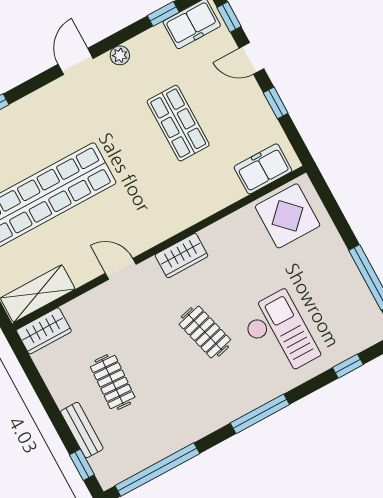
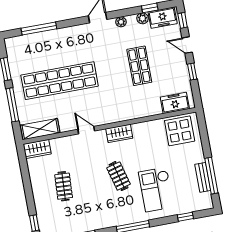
plant: (156, 37) -> (143, 18), added
checkout: (280, 334) -> (156, 189), turned 180
bench: (82, 430) -> (203, 177), moved

